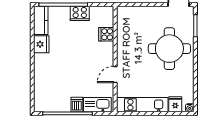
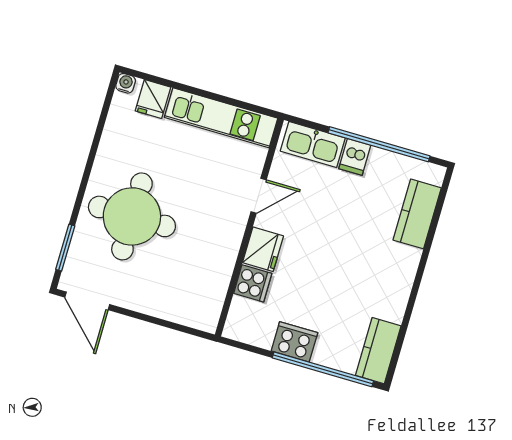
fridge: (41, 44) -> (263, 249), moved, turned 180
kitchen counter: (41, 87) -> (417, 214), added

